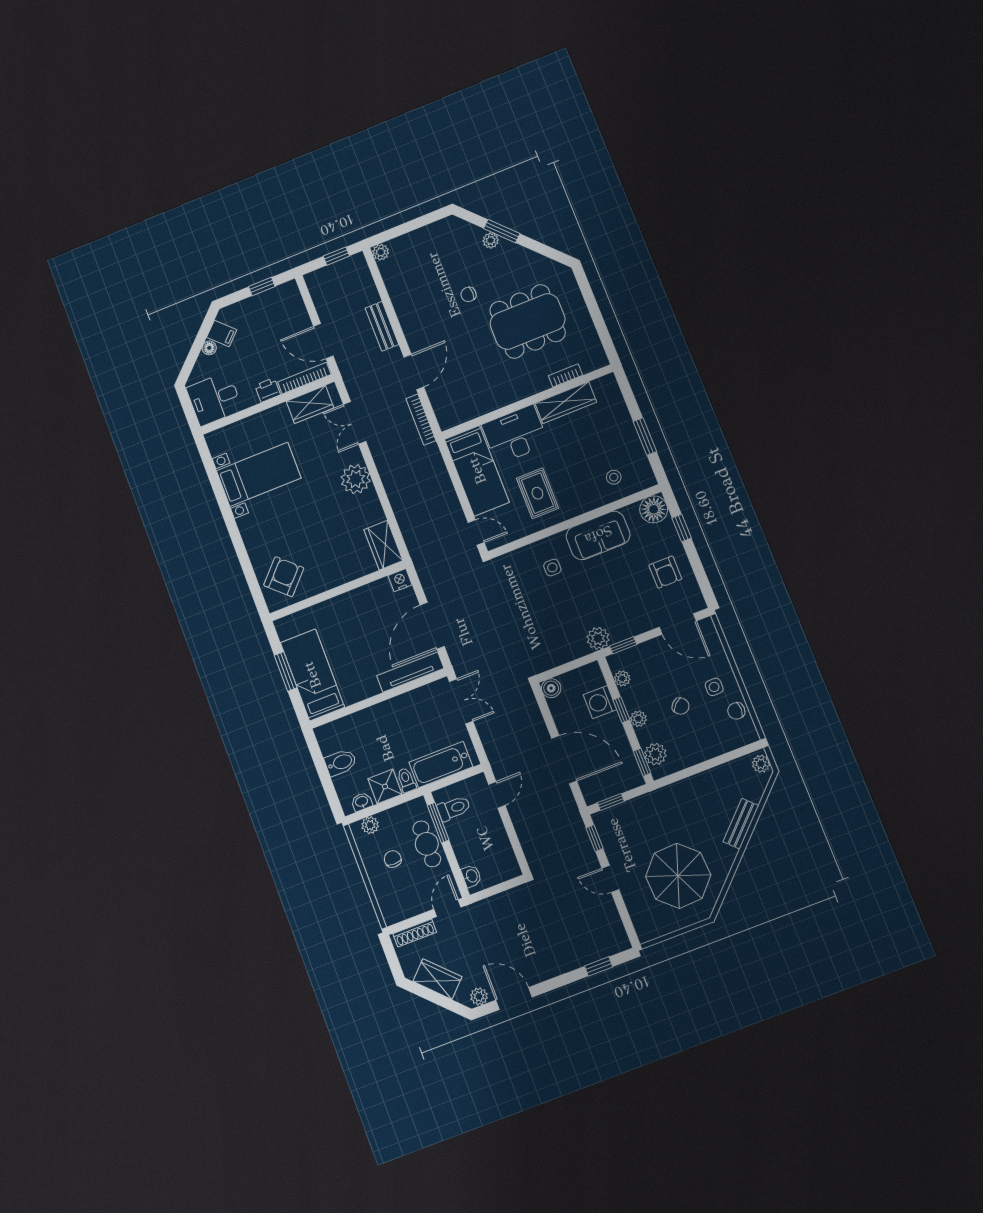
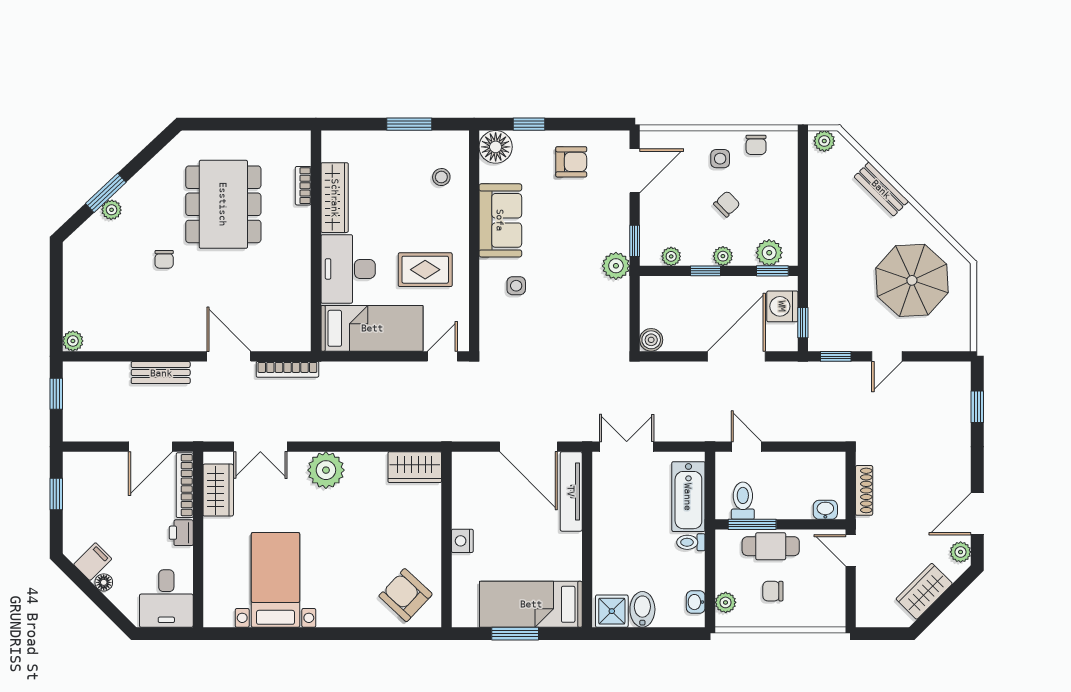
nightstand: (400, 580) -> (462, 541), moved
washing machine: (600, 702) -> (782, 306), moved, turned 90
shower: (385, 786) -> (612, 611), moved
shoe rack: (415, 933) -> (864, 490), moved

